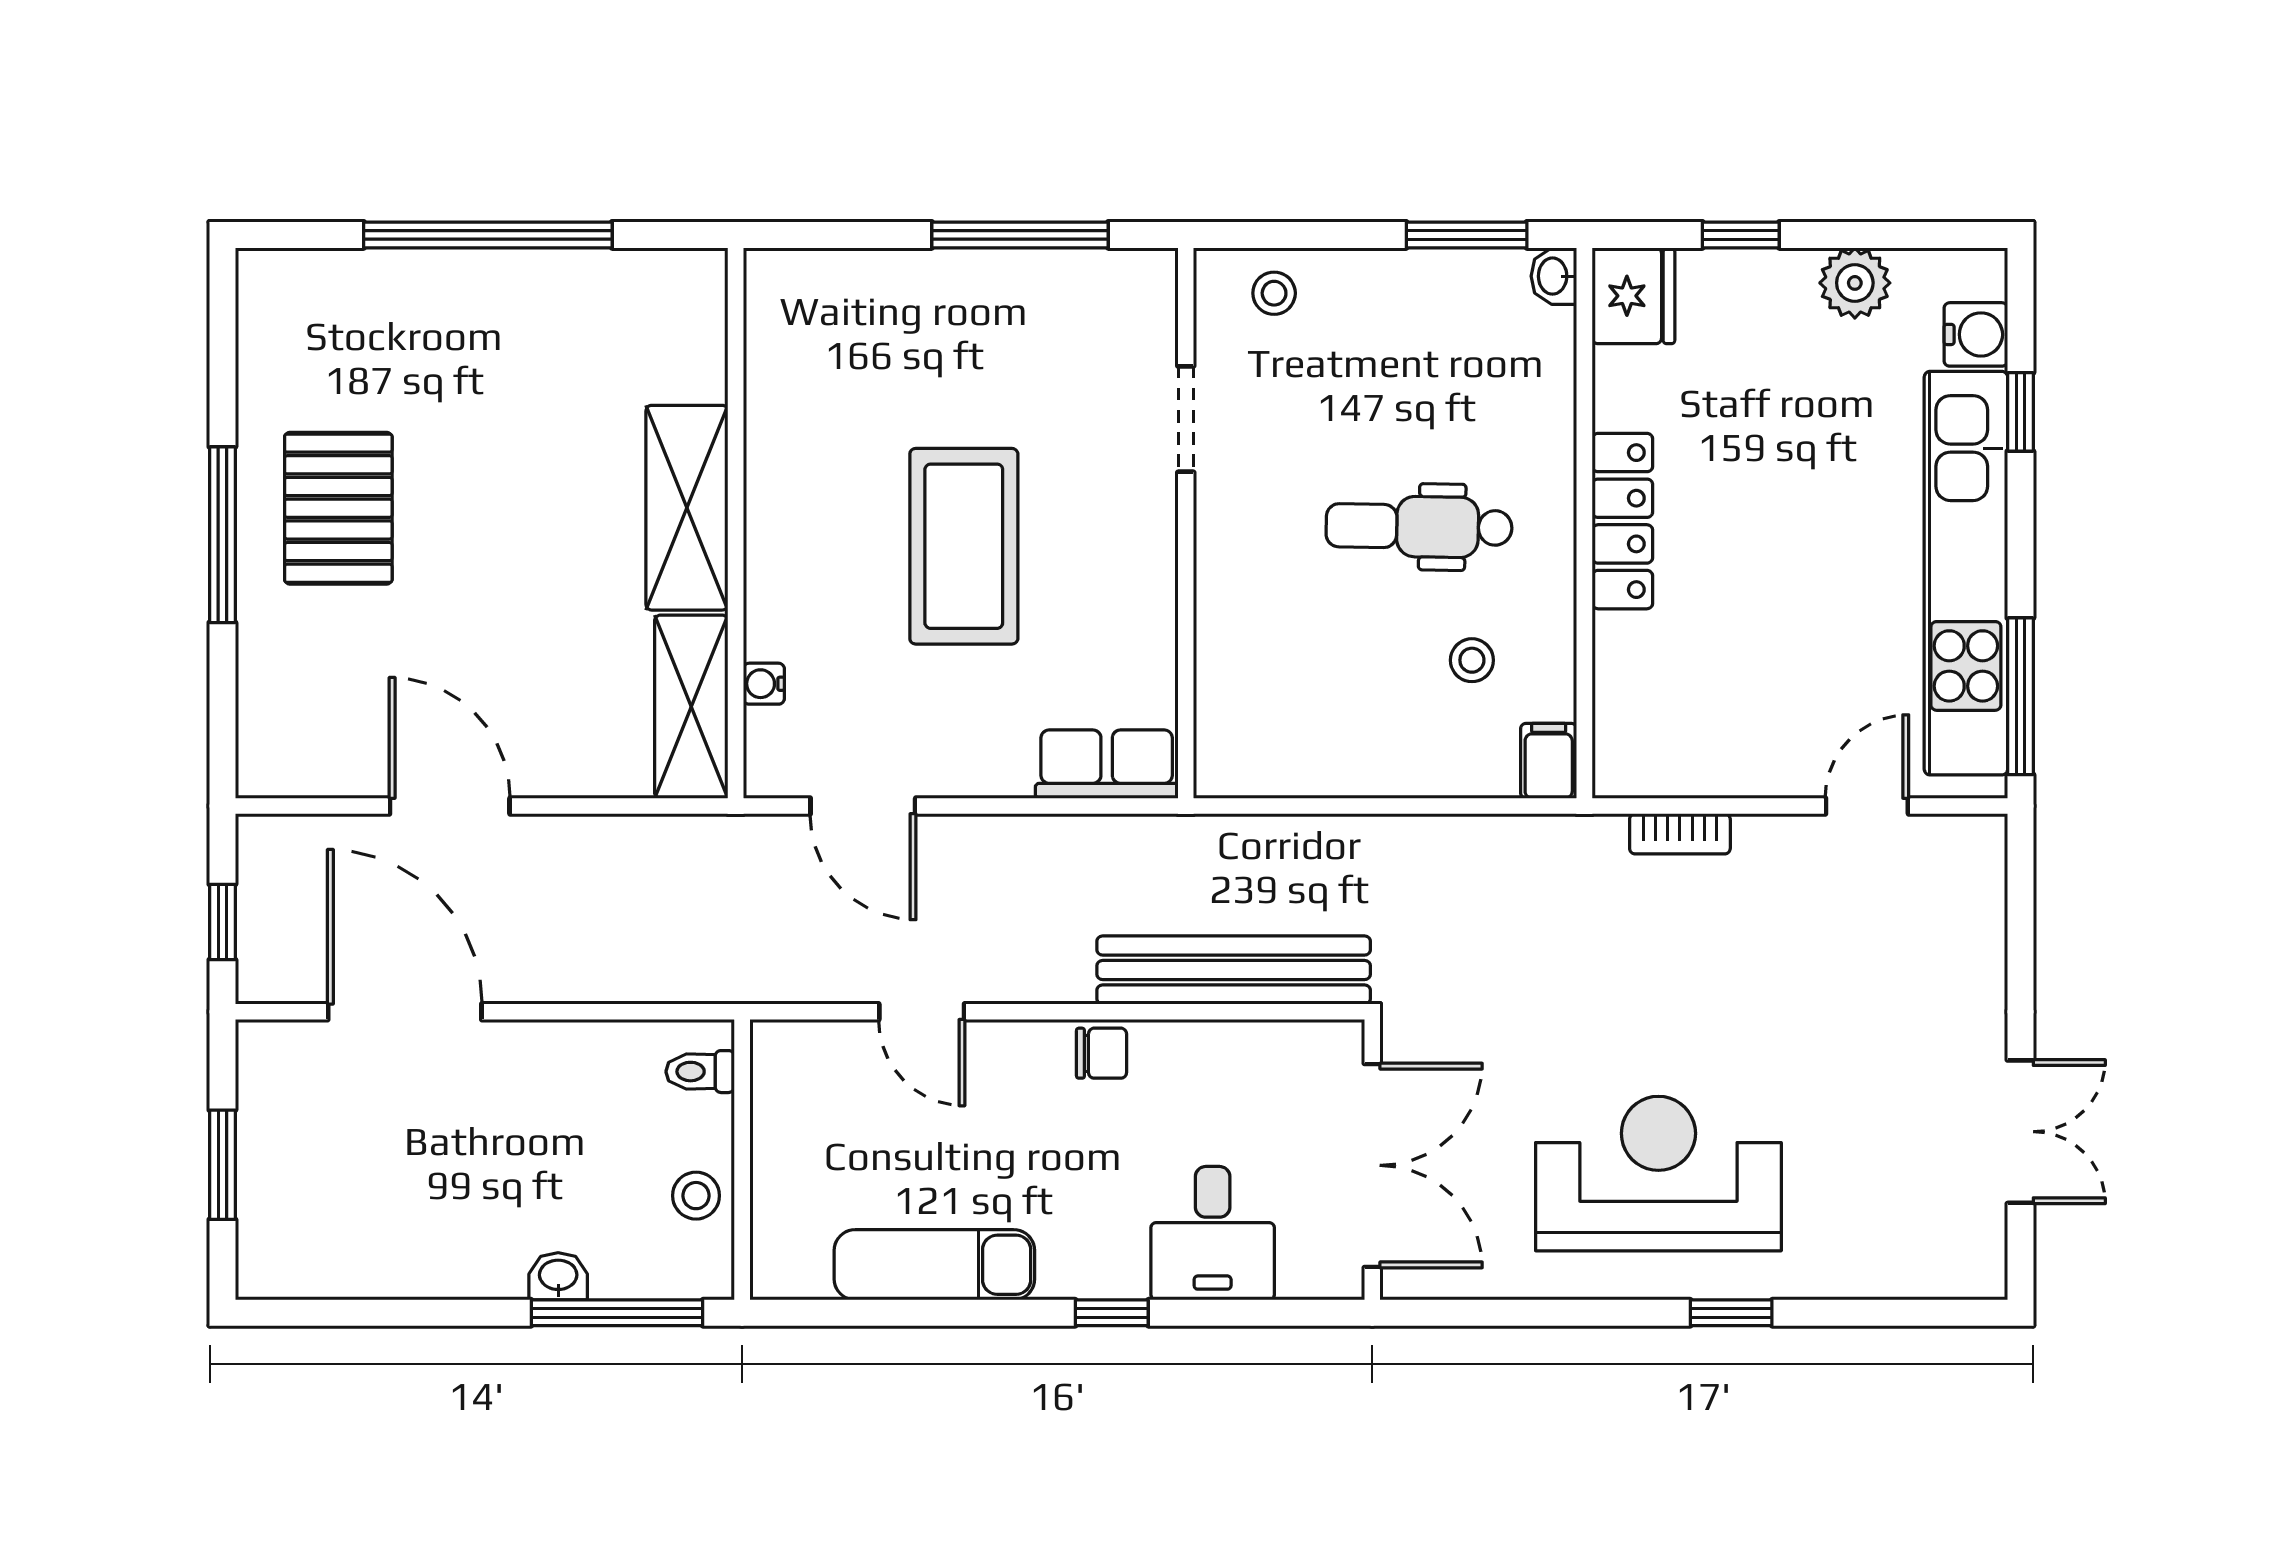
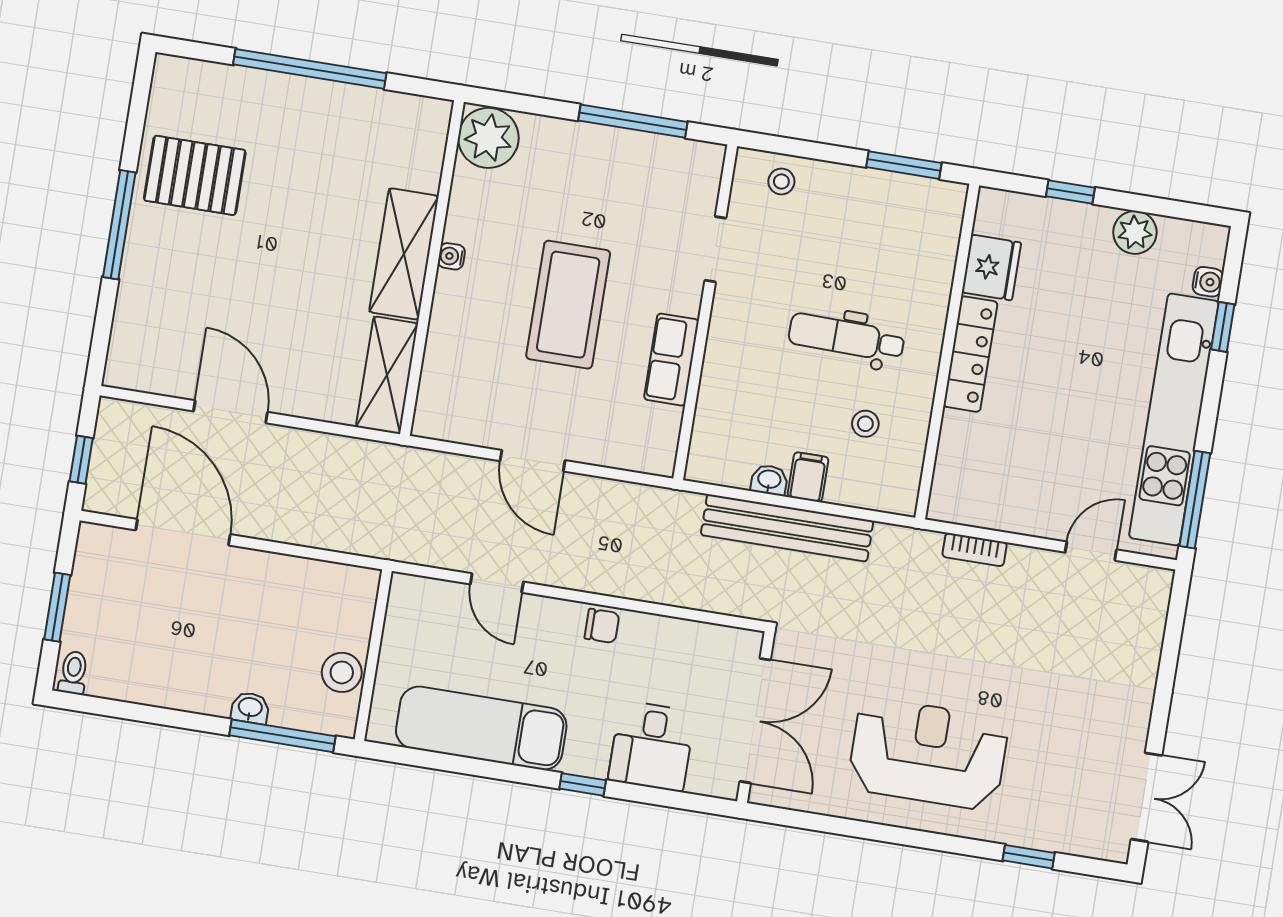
washbasin: (1554, 276) -> (769, 480), moved, turned 90
fridge: (1633, 296) -> (991, 267), moved
plant: (792, 299) -> (488, 138), added
water cooler: (1976, 334) -> (1208, 282), width x0.72, depth x0.72
pallet: (338, 508) -> (195, 175), moved, turned 90
water cooler: (764, 684) -> (451, 256), moved
filing cabinet: (1549, 761) -> (808, 477), moved
row of seats: (1107, 764) -> (671, 360), moved, turned -90
door: (863, 806) -> (533, 461), moved
bench: (1234, 970) -> (787, 528), moved
toilet: (700, 1072) -> (73, 673), moved, turned 90
double door: (2020, 1132) -> (1147, 797), moved
stool: (696, 1196) -> (342, 672), width x1.37, depth x1.37
exam couch: (934, 1265) -> (481, 728), width x1.36, depth x1.45
window: (1731, 1313) -> (1029, 857), moved

